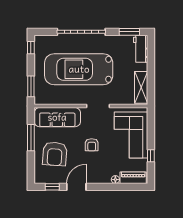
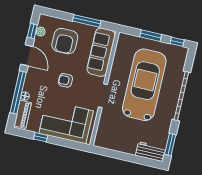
window: (31, 86) -> (151, 36), moved
shelving: (141, 87) -> (112, 143), removed
armchair: (55, 154) -> (65, 41), turned -94
plant: (51, 179) -> (41, 32), added
window: (113, 187) -> (18, 92), added

